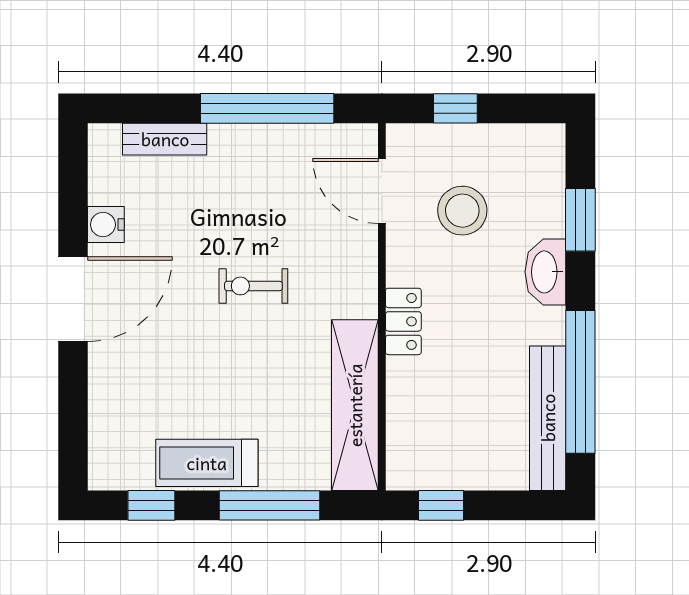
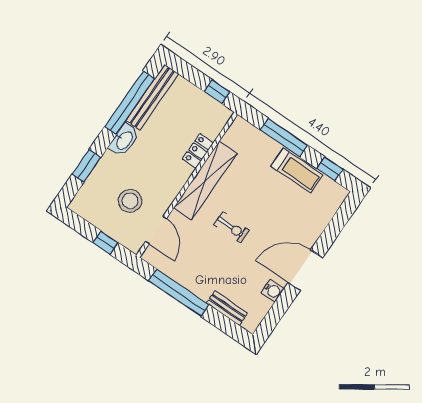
washbasin: (545, 272) -> (124, 140), moved
locker: (403, 321) -> (198, 151), moved
shelving: (355, 405) -> (205, 181), moved

